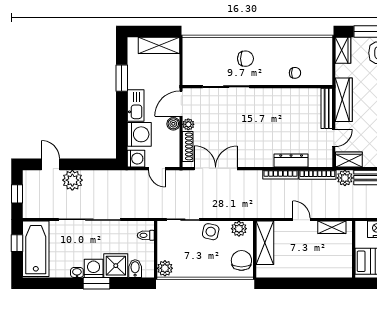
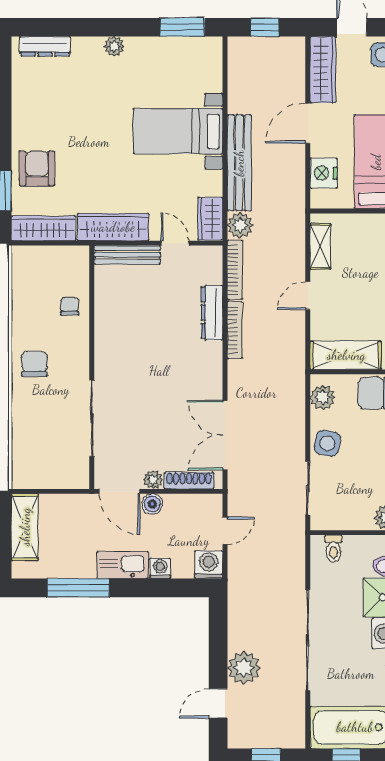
wardrobe: (343, 50) -> (43, 228), width x1.50
chair: (245, 59) -> (34, 364), moved
window: (122, 78) -> (78, 588), width x1.44
washing machine: (139, 134) -> (160, 568), width x0.53, depth x0.53

